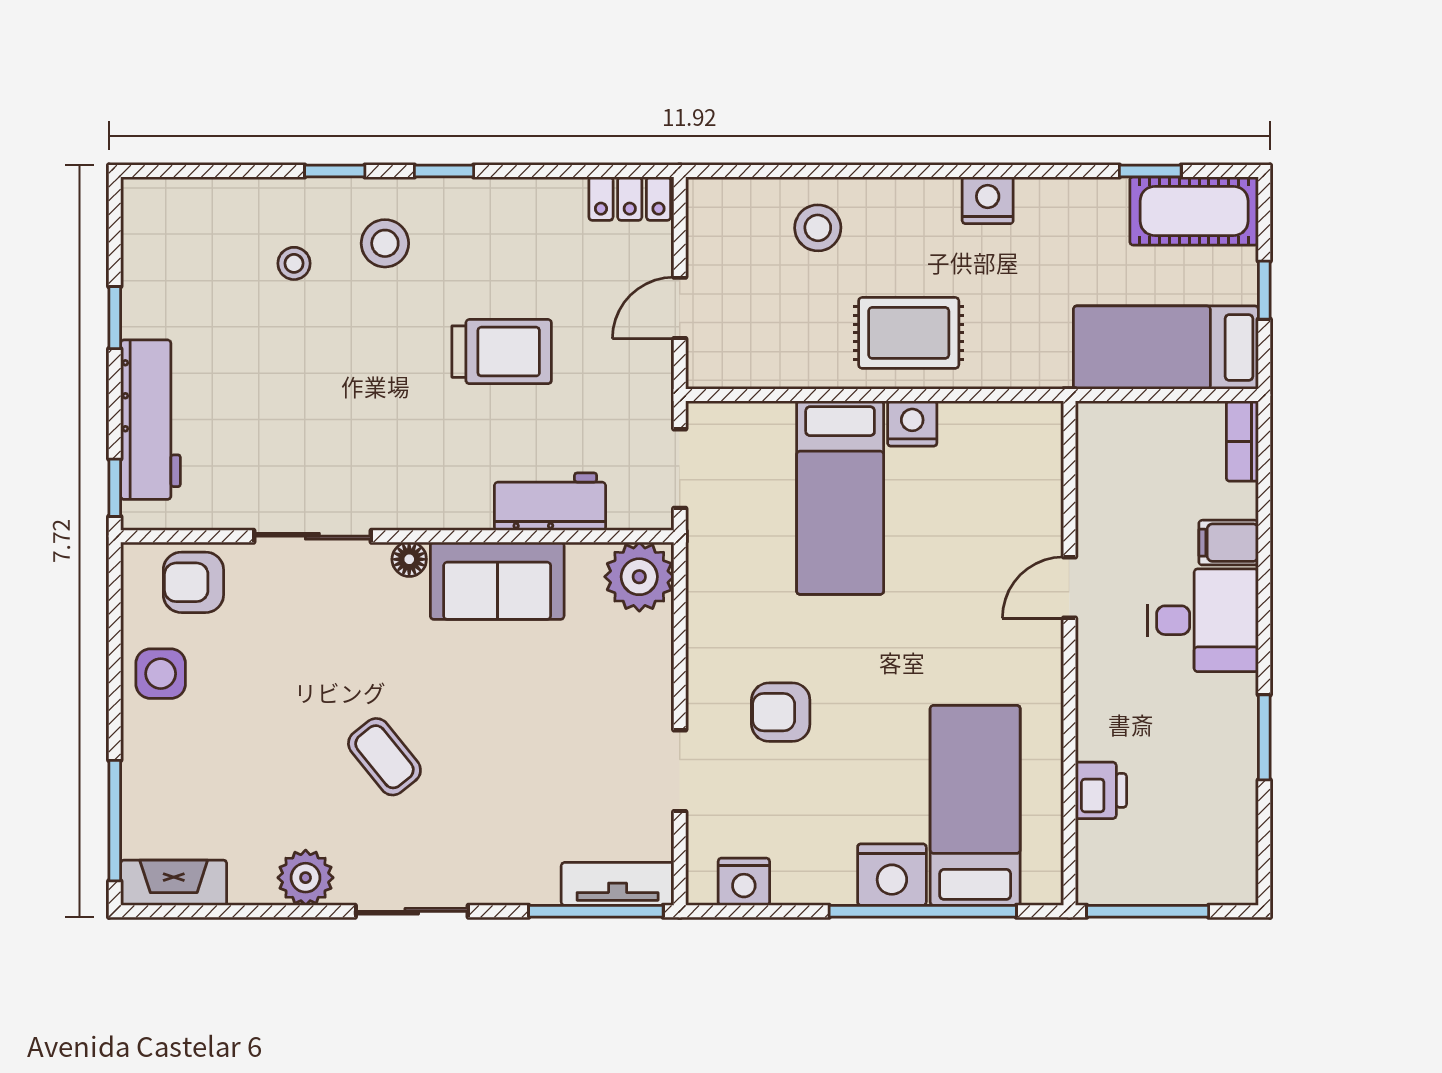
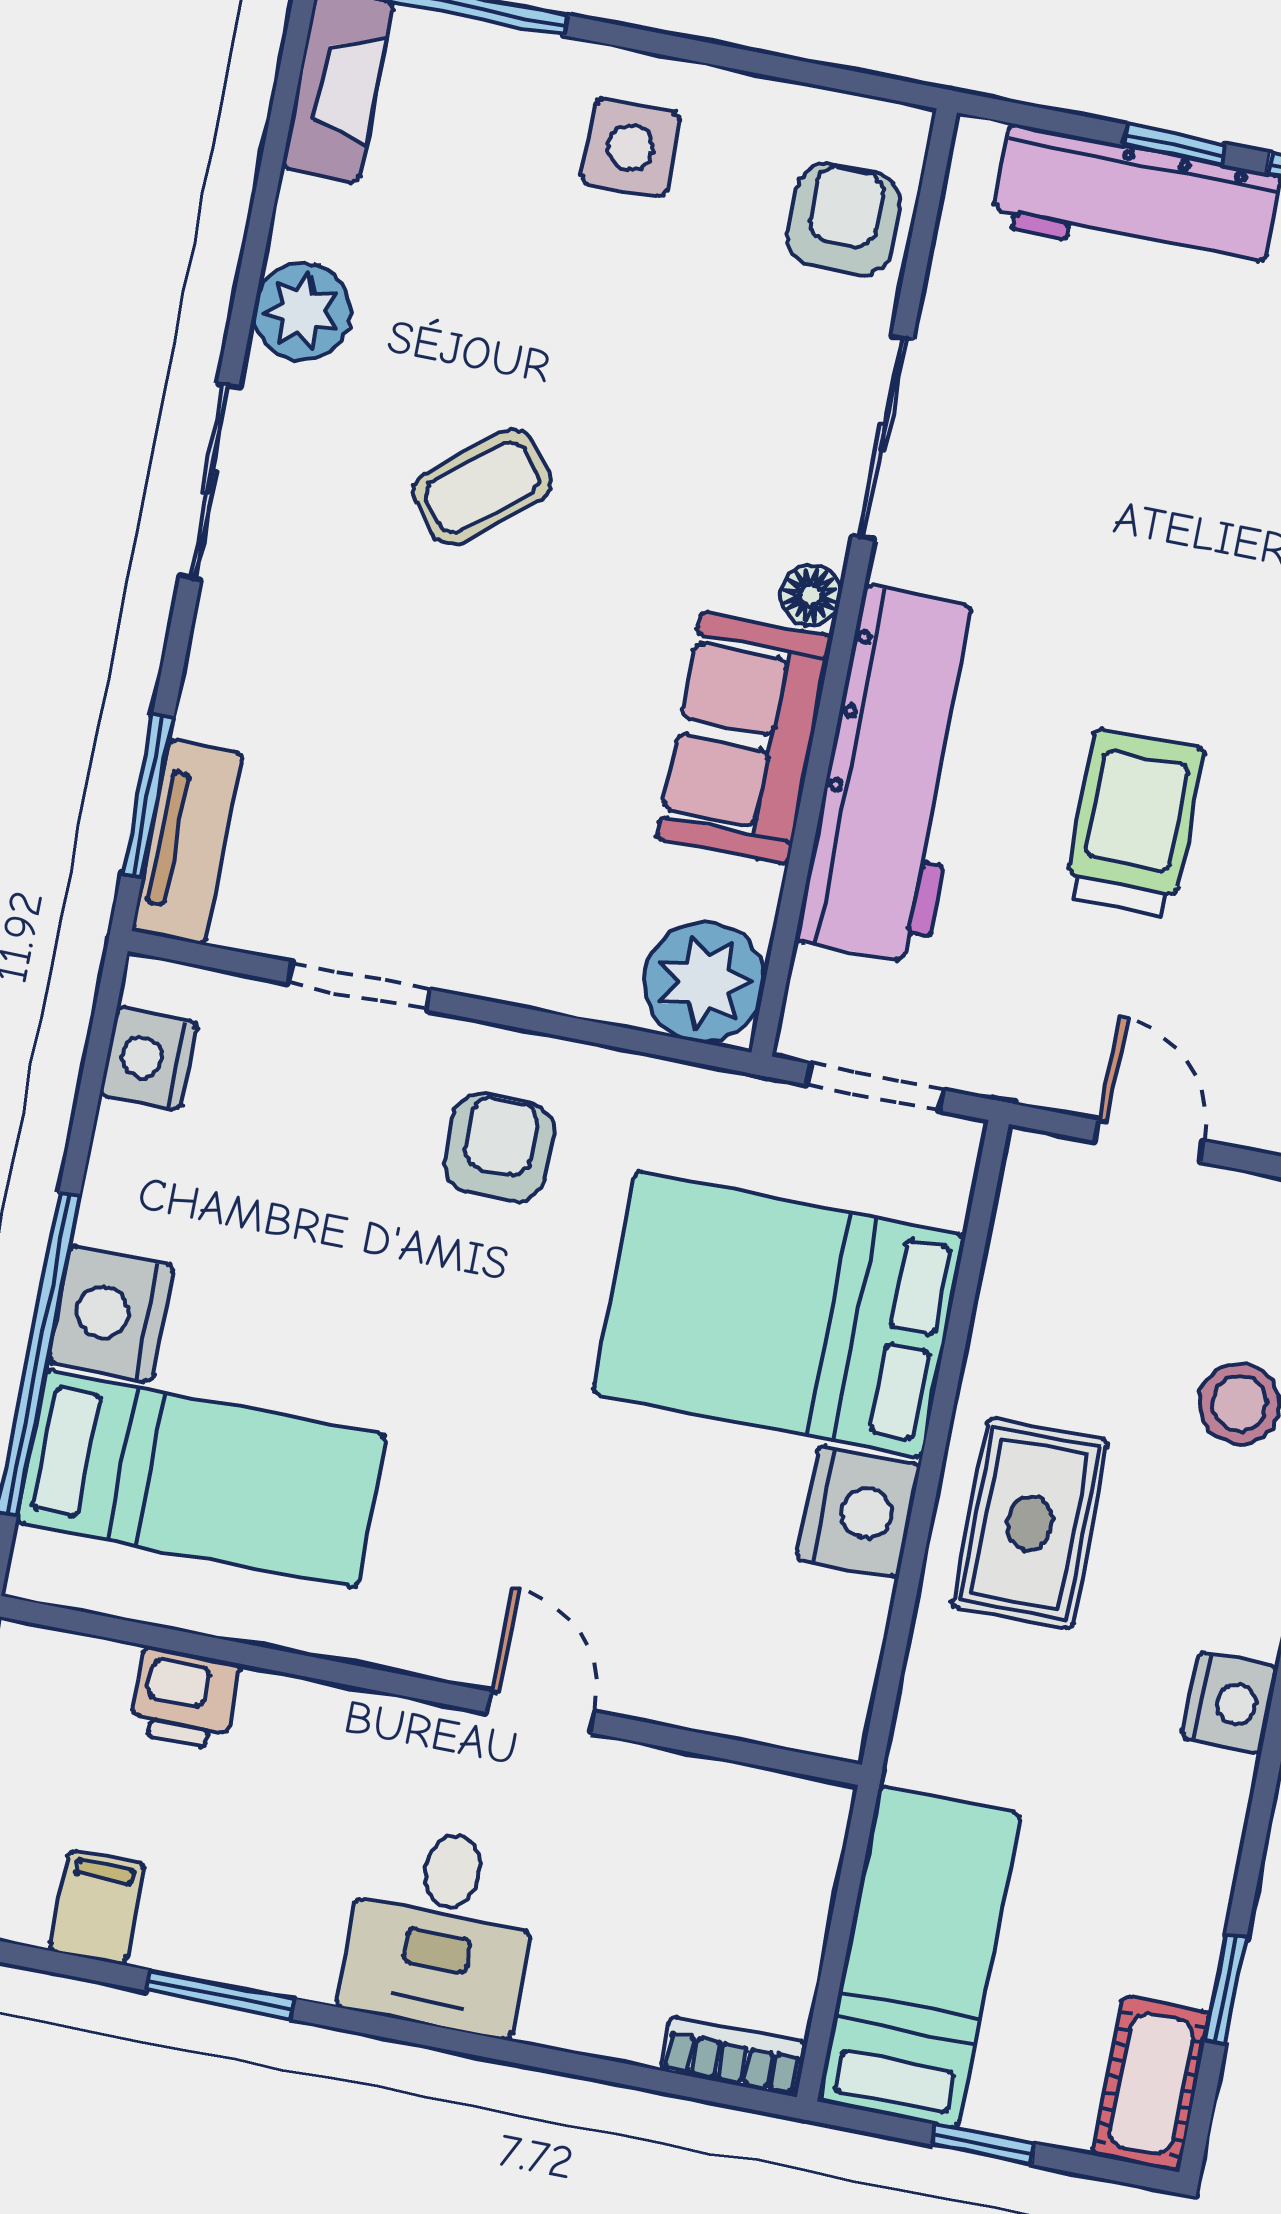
cot: (1194, 211) -> (1151, 2084), width x0.73, depth x0.75
trolley: (502, 352) -> (1134, 823), turned 180
nightstand: (912, 424) -> (858, 1512), width x1.36, depth x1.33
window: (115, 488) -> (1174, 145), moved
bed: (840, 498) -> (779, 1314), width x1.50
workbench: (550, 502) -> (894, 775), width x1.88, depth x1.32
filing cabinet: (1229, 543) -> (97, 1907), moved
side table: (161, 674) -> (631, 148), moved
armchair: (781, 712) -> (499, 1148), moved
window: (596, 911) -> (148, 796), width x0.69

